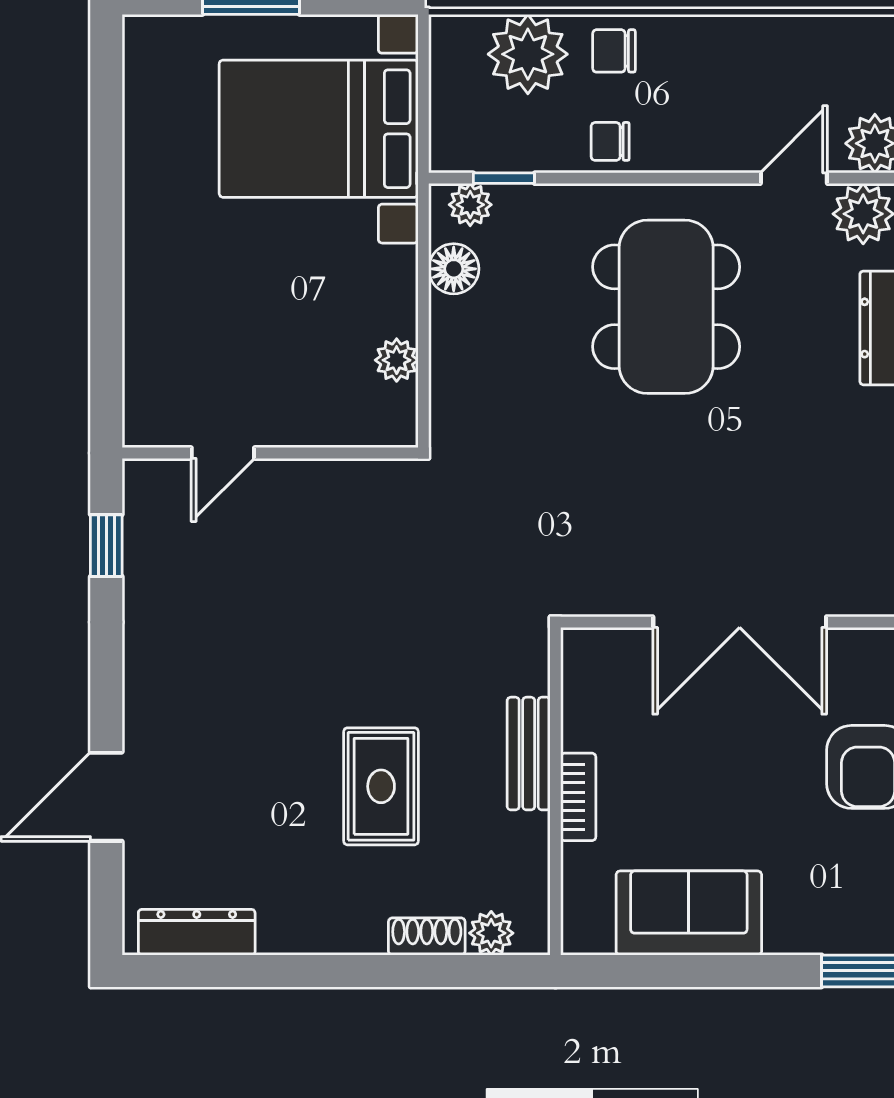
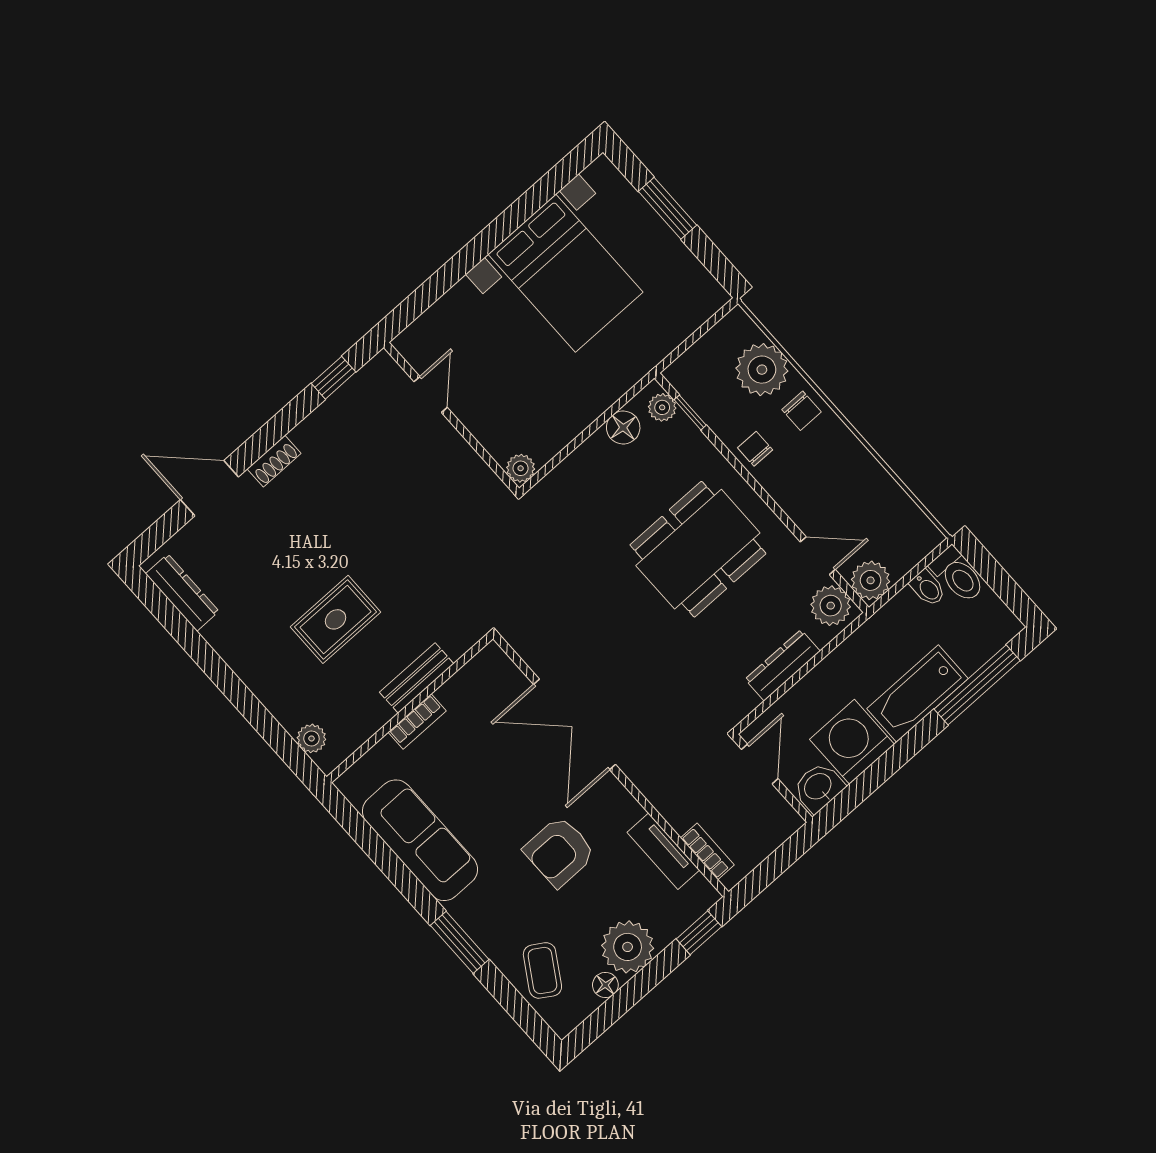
chair: (614, 51) -> (801, 411), turned 180
bed with nightstands: (319, 129) -> (566, 273), moved, turned 180
plant: (397, 360) -> (521, 468), moved
door: (223, 453) -> (431, 395), swing flipped
sofa: (689, 913) -> (420, 840), width x1.36
shoe rack: (427, 936) -> (274, 461), moved, turned 90

